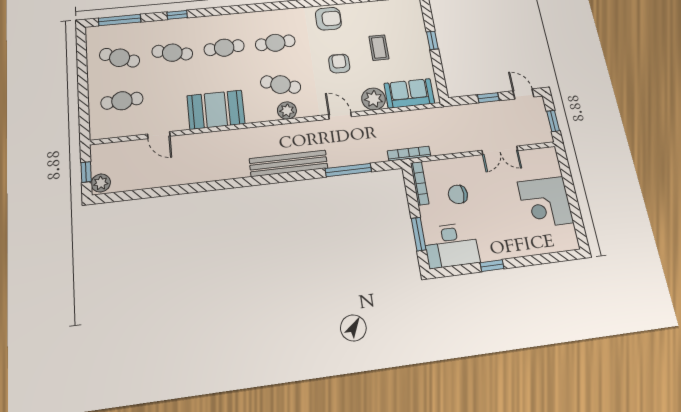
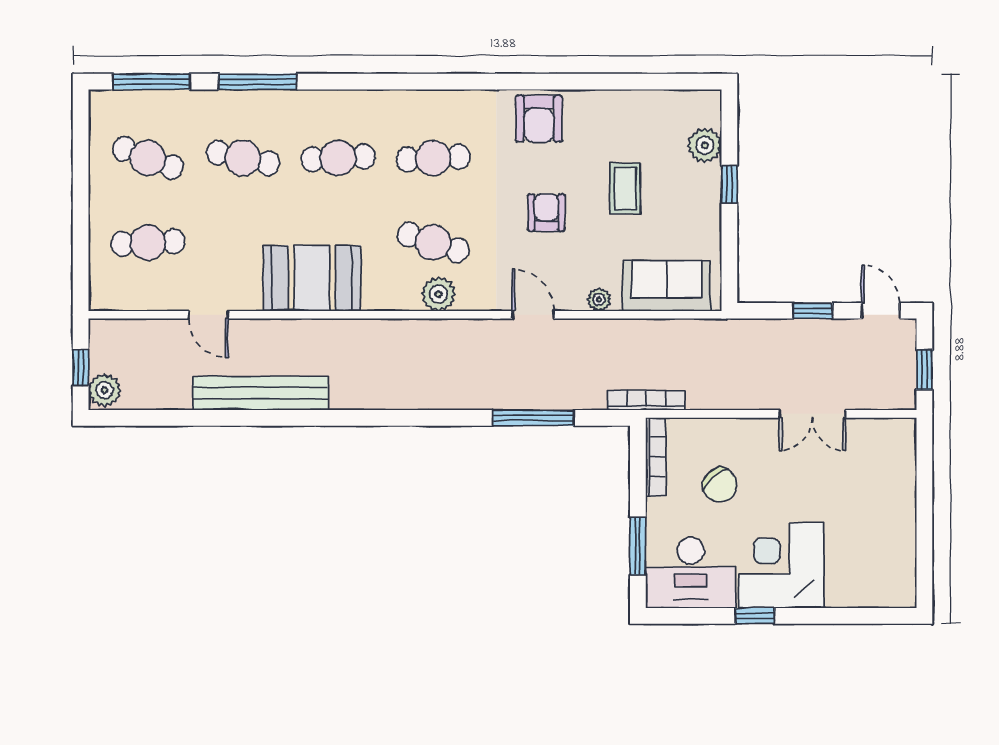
window: (177, 15) -> (257, 82), width x2.17
armchair: (328, 19) -> (539, 119), turned 90
plant: (416, 23) -> (705, 145), added
plant: (374, 99) -> (599, 300), width x0.53, depth x0.53
bench: (289, 163) -> (260, 393), moved
chair: (458, 194) -> (720, 485), turned -132
corner desk: (545, 202) -> (781, 565), moved, turned 90

